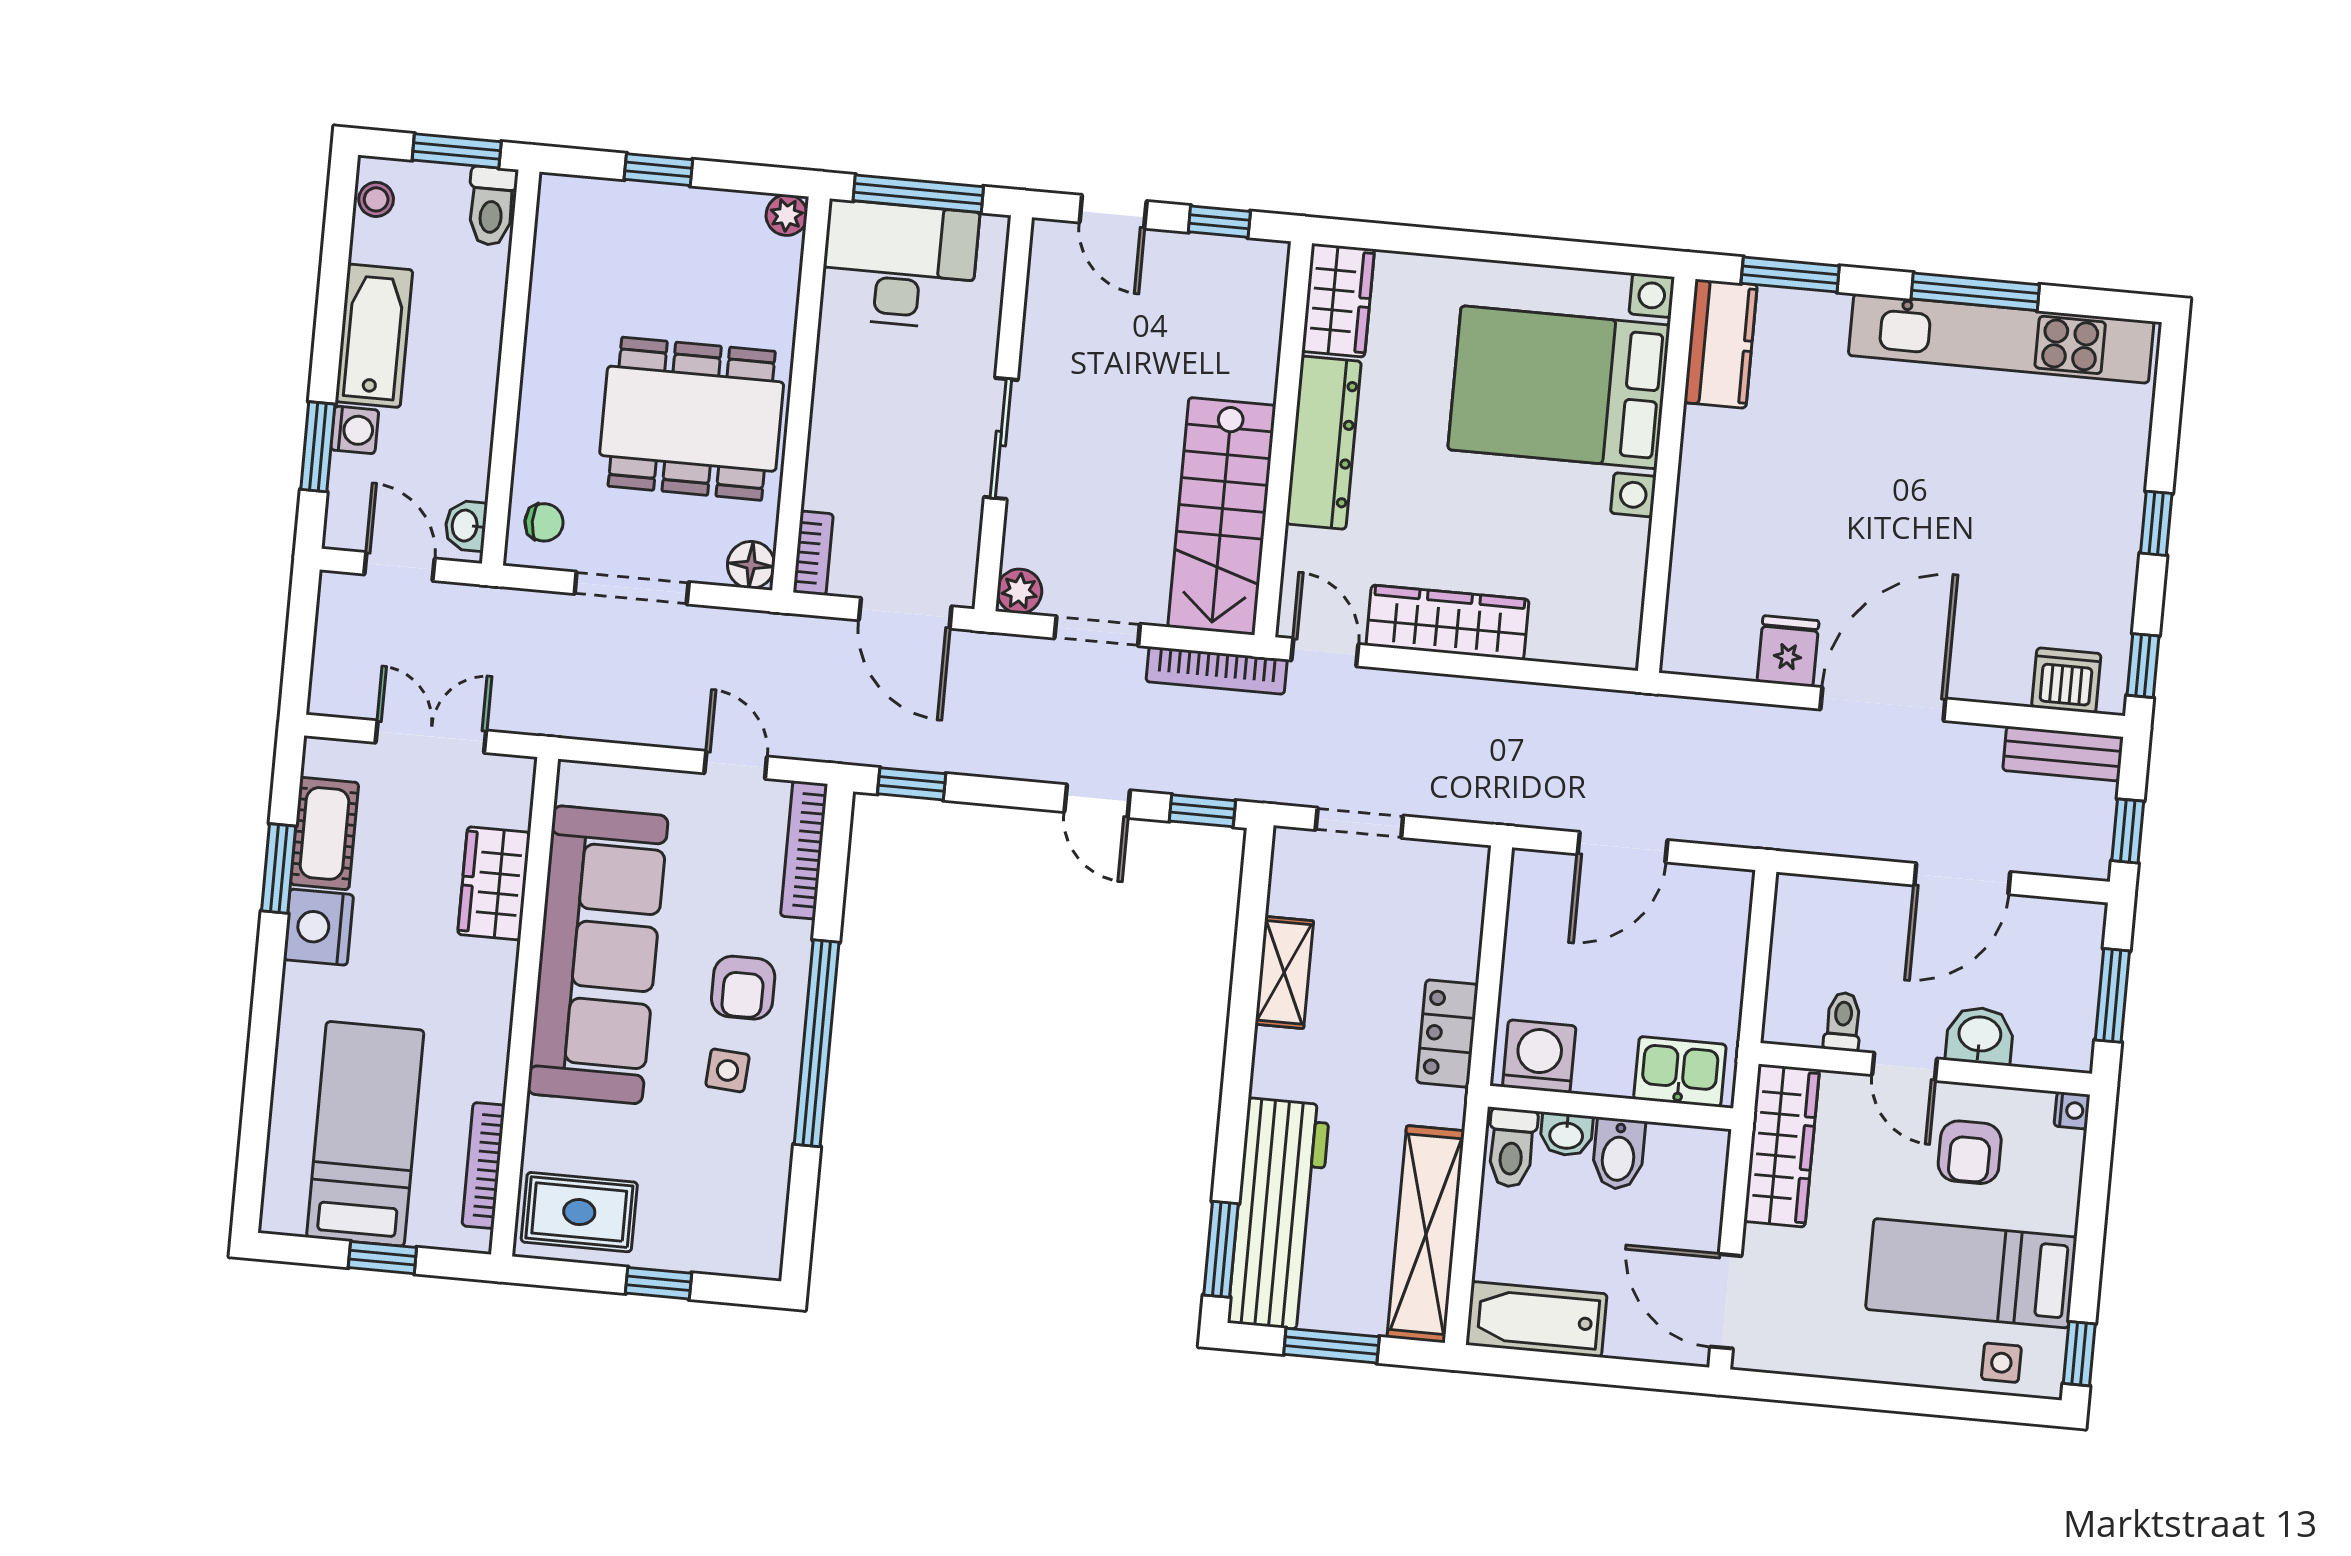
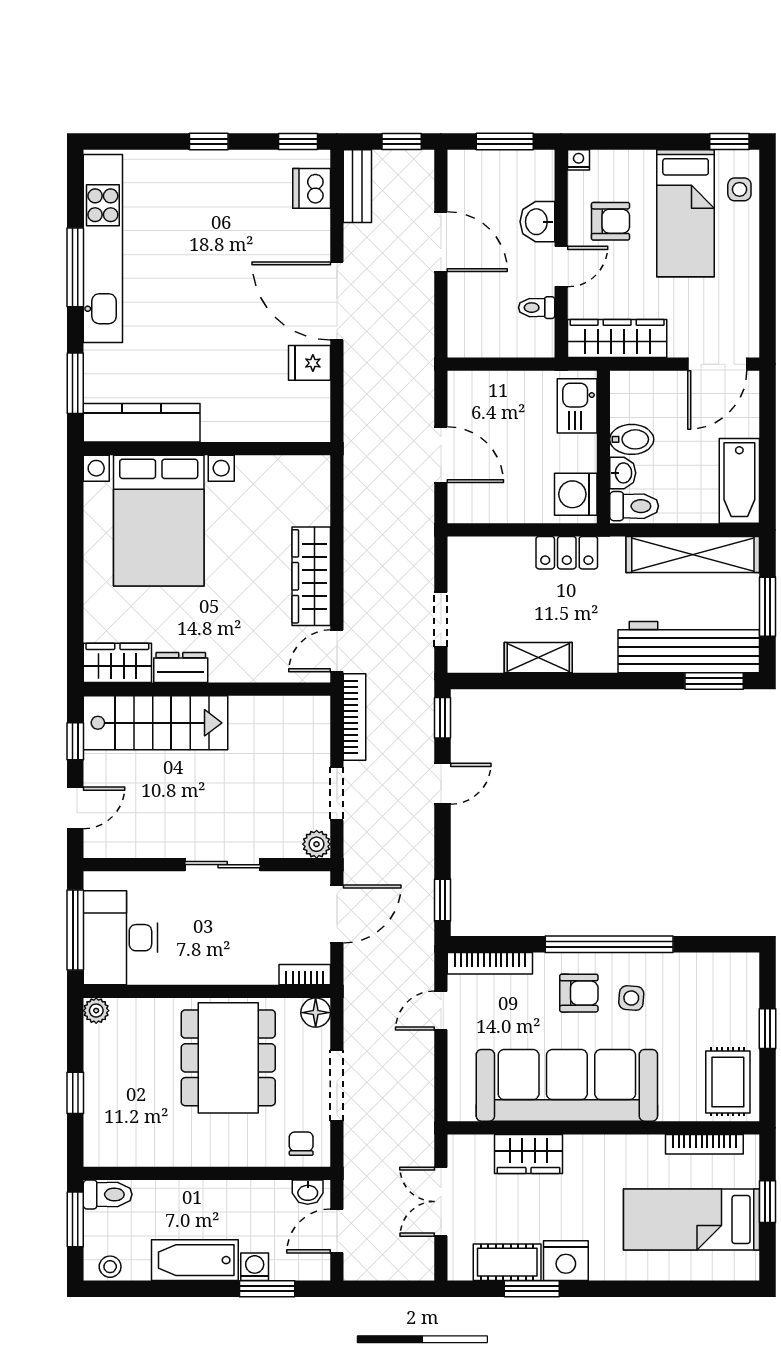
kitchen counter: (1721, 344) -> (142, 423), width x1.50
dresser: (1323, 443) -> (181, 667), width x0.51, depth x0.80
stairs: (1222, 516) -> (156, 723), moved

